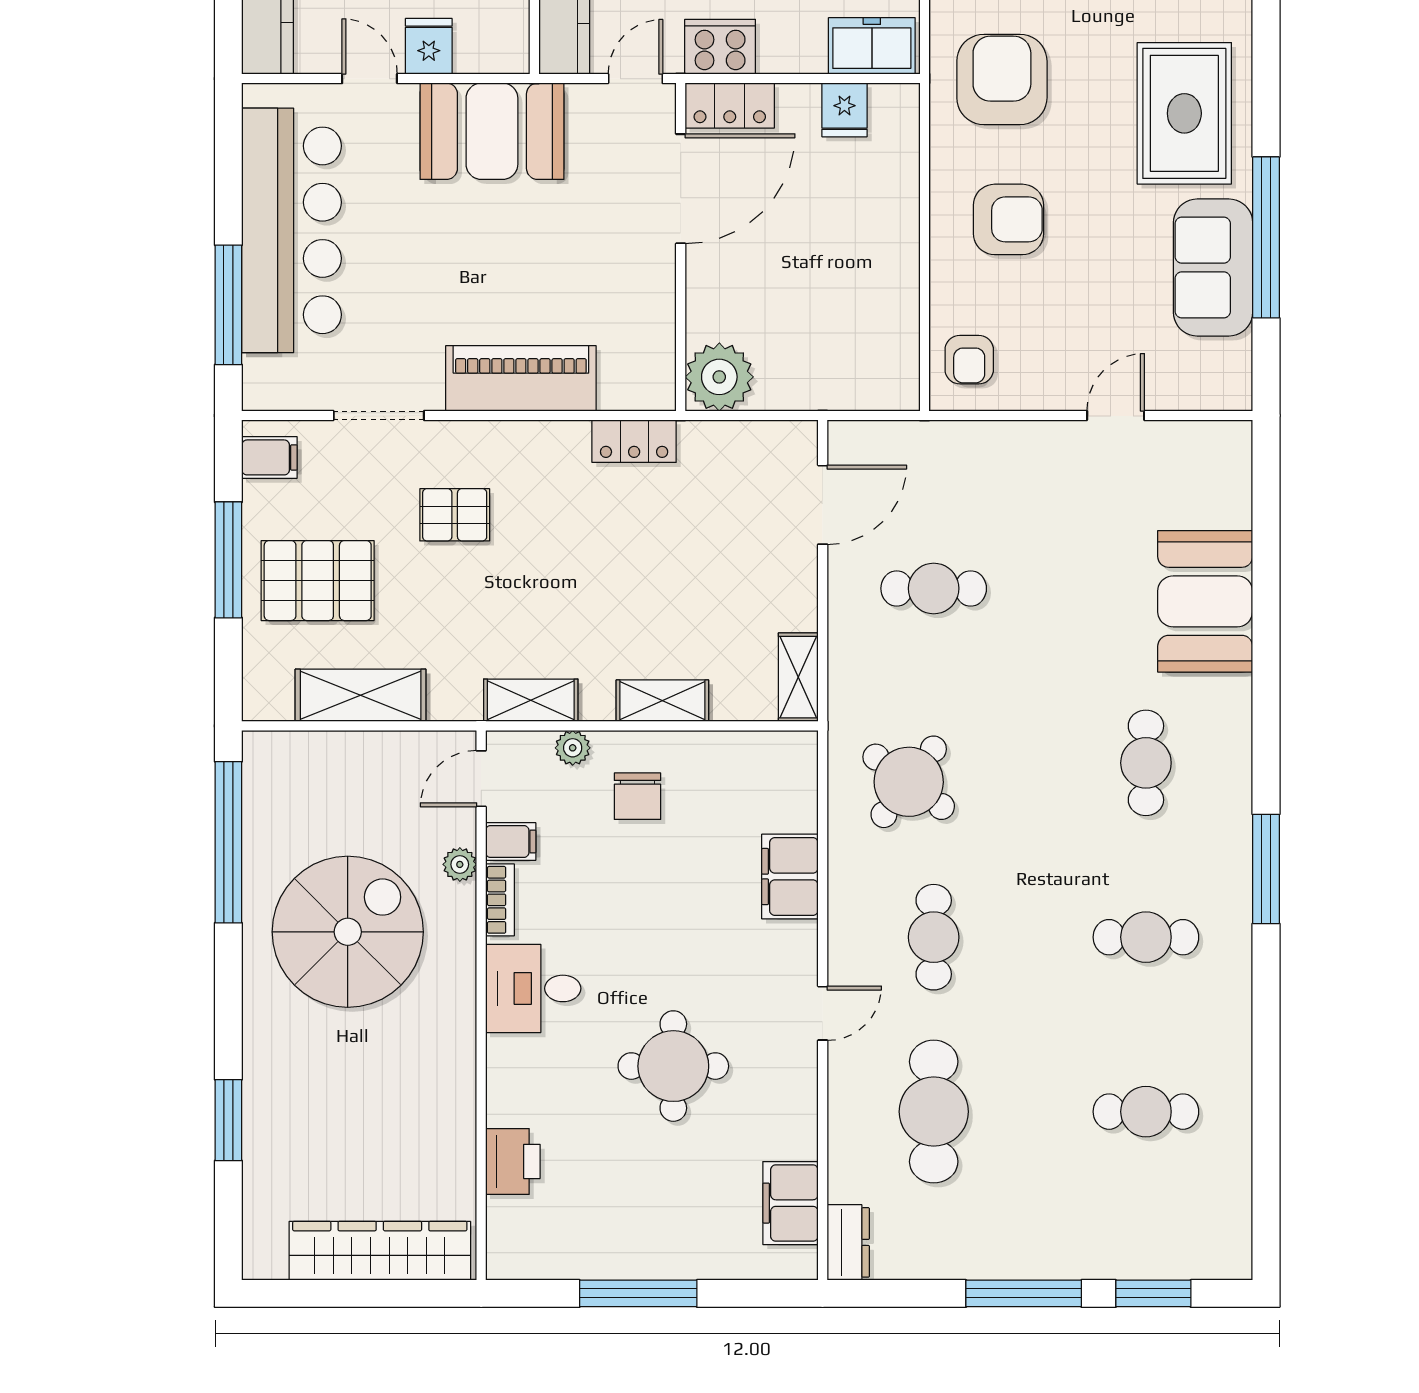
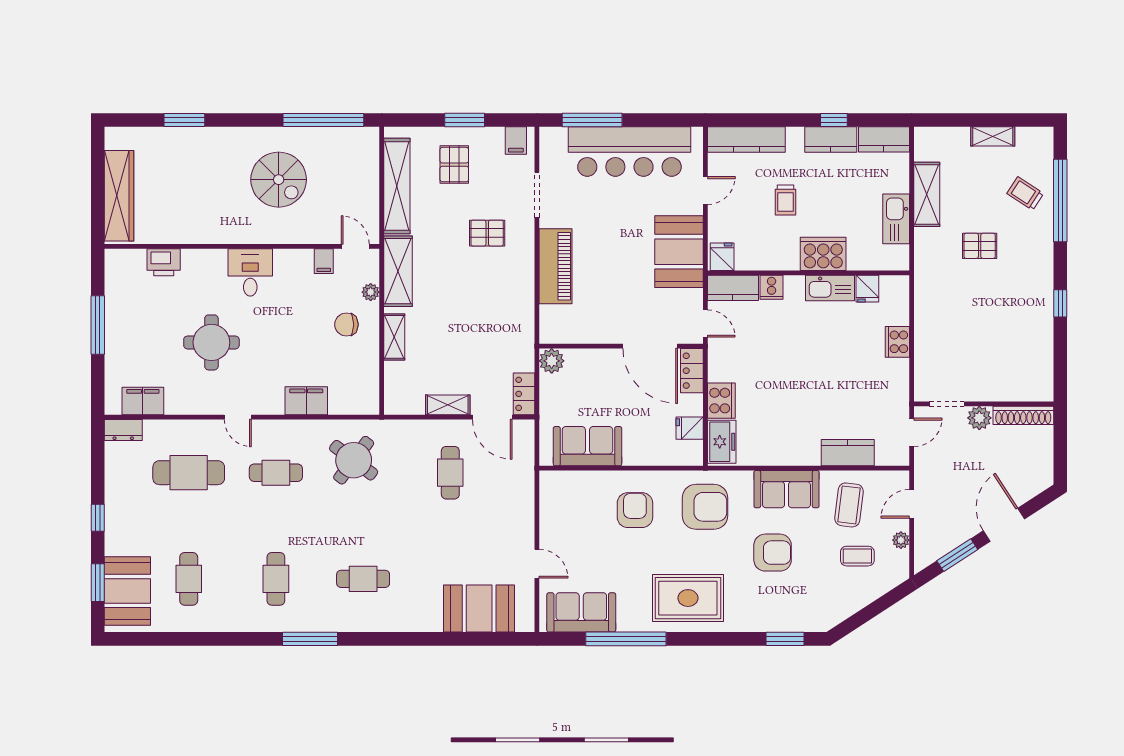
fridge: (429, 46) -> (722, 257), moved, turned -90
cooker: (720, 47) -> (721, 401), moved
armchair: (1008, 219) -> (635, 510), turned 180
sofa: (1213, 267) -> (581, 612), moved
sofa: (881, 314) -> (587, 446), added
armchair: (969, 360) -> (565, 490), removed
plant: (719, 377) -> (552, 361), width x0.73, depth x0.73
locker: (634, 441) -> (524, 394), moved
pallet: (455, 515) -> (487, 233), turned 90
window: (228, 560) -> (465, 120), width x0.69
pallet: (318, 581) -> (454, 165), width x0.67, depth x0.71
booth: (1205, 601) -> (479, 609), moved
shelving: (798, 677) -> (448, 405), moved
shelving: (361, 695) -> (397, 186), width x1.47
shelving: (531, 700) -> (398, 271), width x1.50, depth x1.33
plant: (460, 864) -> (312, 236), removed
bookcase: (500, 900) -> (295, 256), removed
spiral stairs: (348, 932) -> (279, 180), width x0.73, depth x0.73
booth: (1170, 1234) -> (127, 591), added
window: (1024, 1293) -> (98, 518), width x0.46

